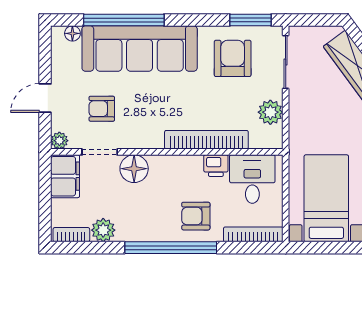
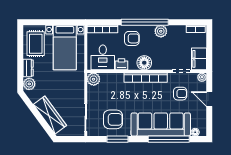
window: (250, 20) -> (118, 139), moved
armchair: (233, 58) -> (113, 119), turned -90
door: (45, 98) -> (209, 99), swing flipped
plant: (270, 112) -> (94, 79), moved
bookcase: (206, 140) -> (146, 78), moved
floor lamp: (134, 169) -> (144, 63), moved
plant: (103, 230) -> (161, 31), moved

